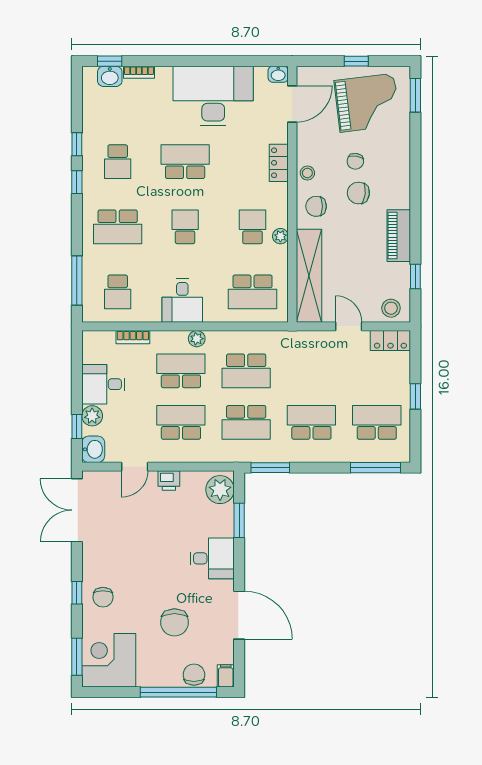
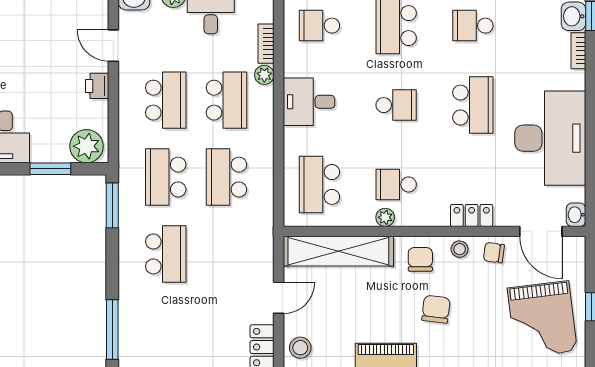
chair: (355, 161) -> (494, 253), moved
school desk: (253, 227) -> (396, 184), turned 180
plant: (197, 339) -> (264, 75), moved
school desk: (377, 422) -> (166, 331), removed

